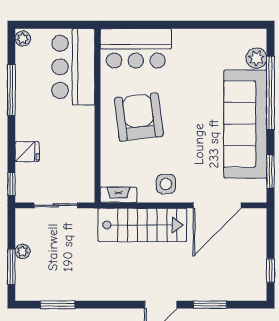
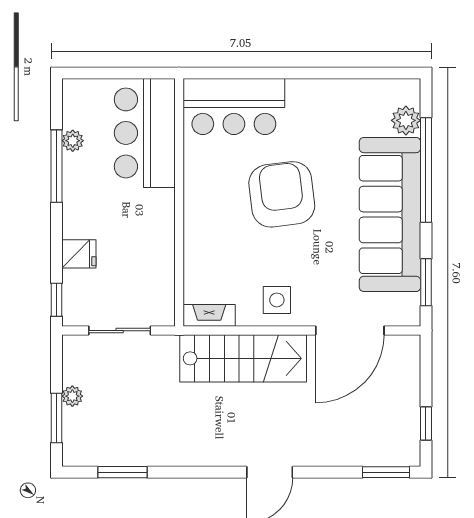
plant: (23, 38) -> (73, 141), moved
armchair: (139, 117) -> (282, 194), moved
window: (210, 305) -> (386, 472), moved

